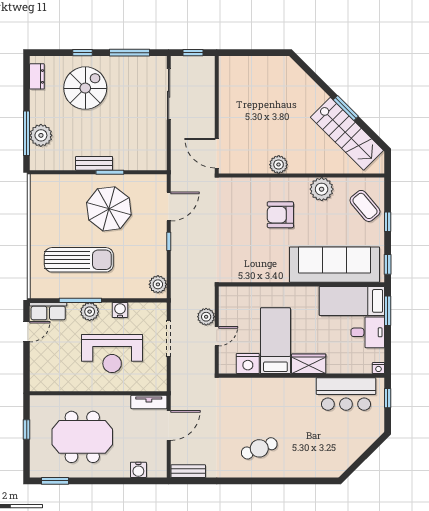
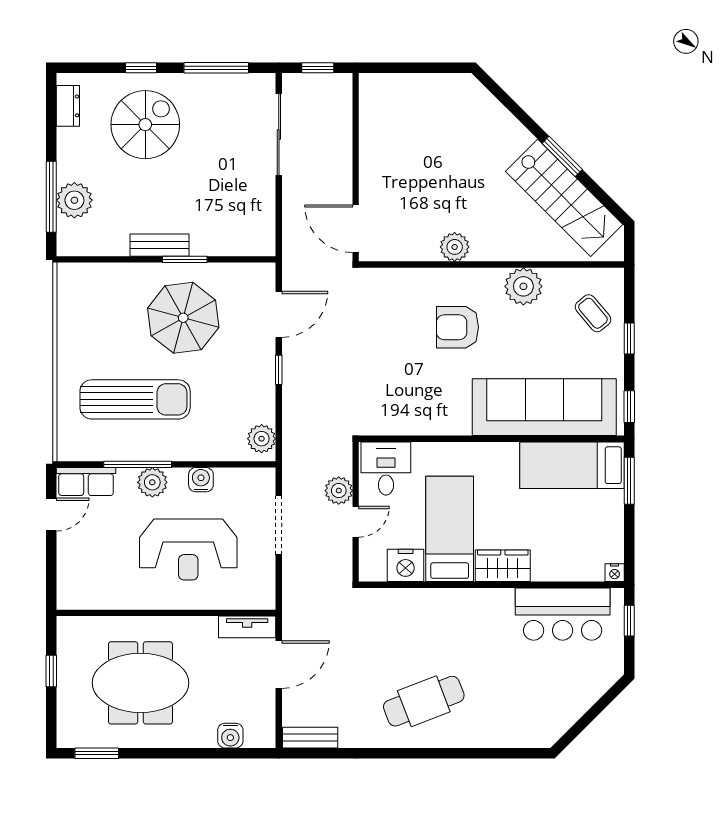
coffee table: (365, 206) -> (593, 313), width x0.73, depth x0.77
desk: (368, 332) -> (386, 468), moved, turned -90
cafe table: (259, 448) -> (424, 701), width x1.37, depth x1.35

